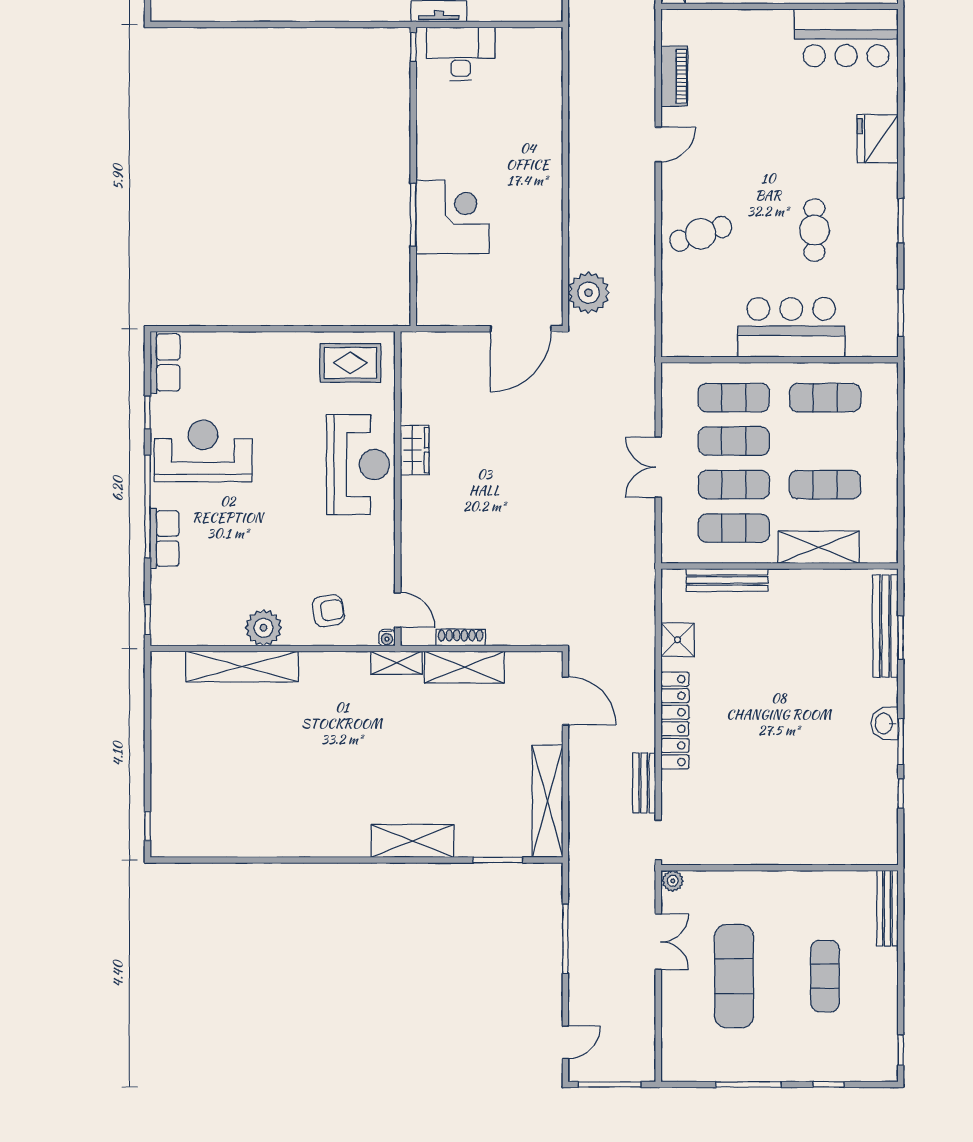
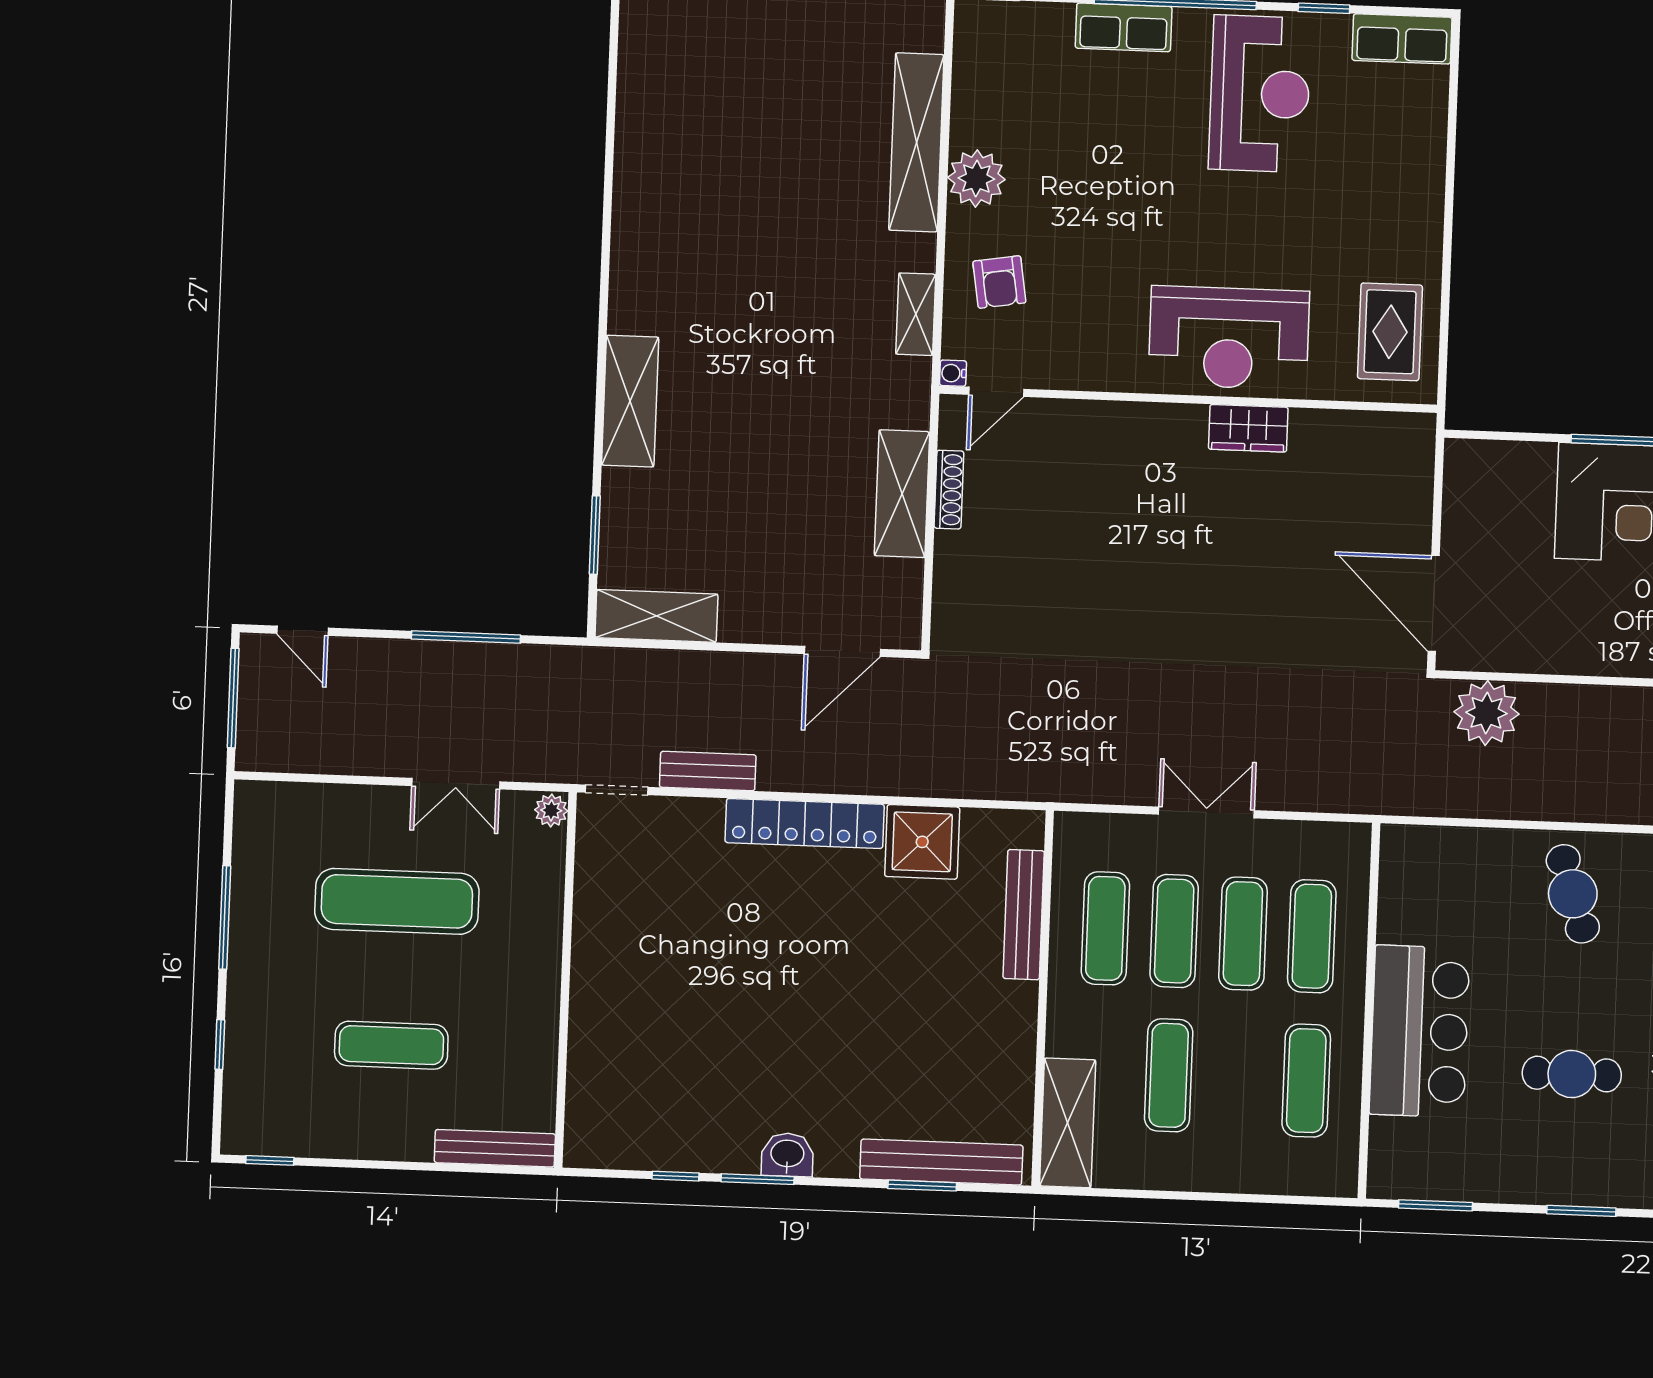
shelving: (819, 547) -> (1068, 1123), moved
shower: (678, 640) -> (922, 842), width x1.36, depth x1.36
shelving: (397, 663) -> (916, 314), moved
shelving: (547, 801) -> (656, 616), width x0.68

